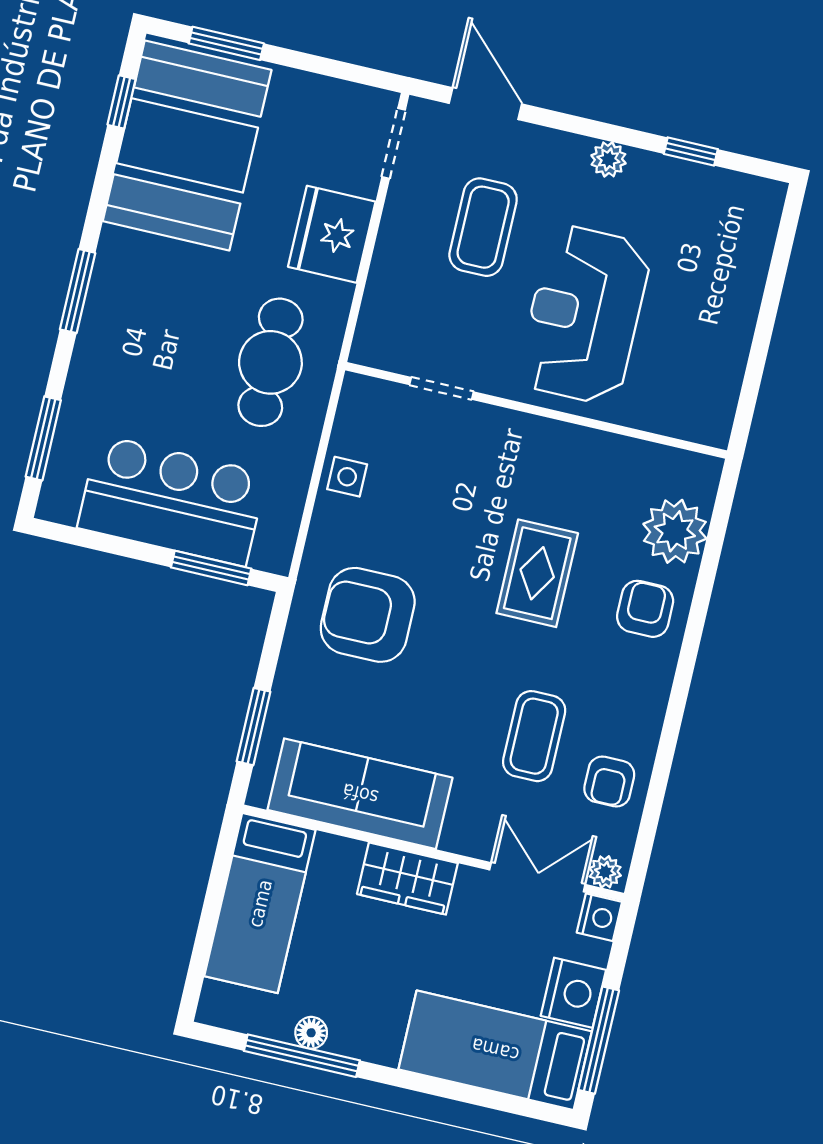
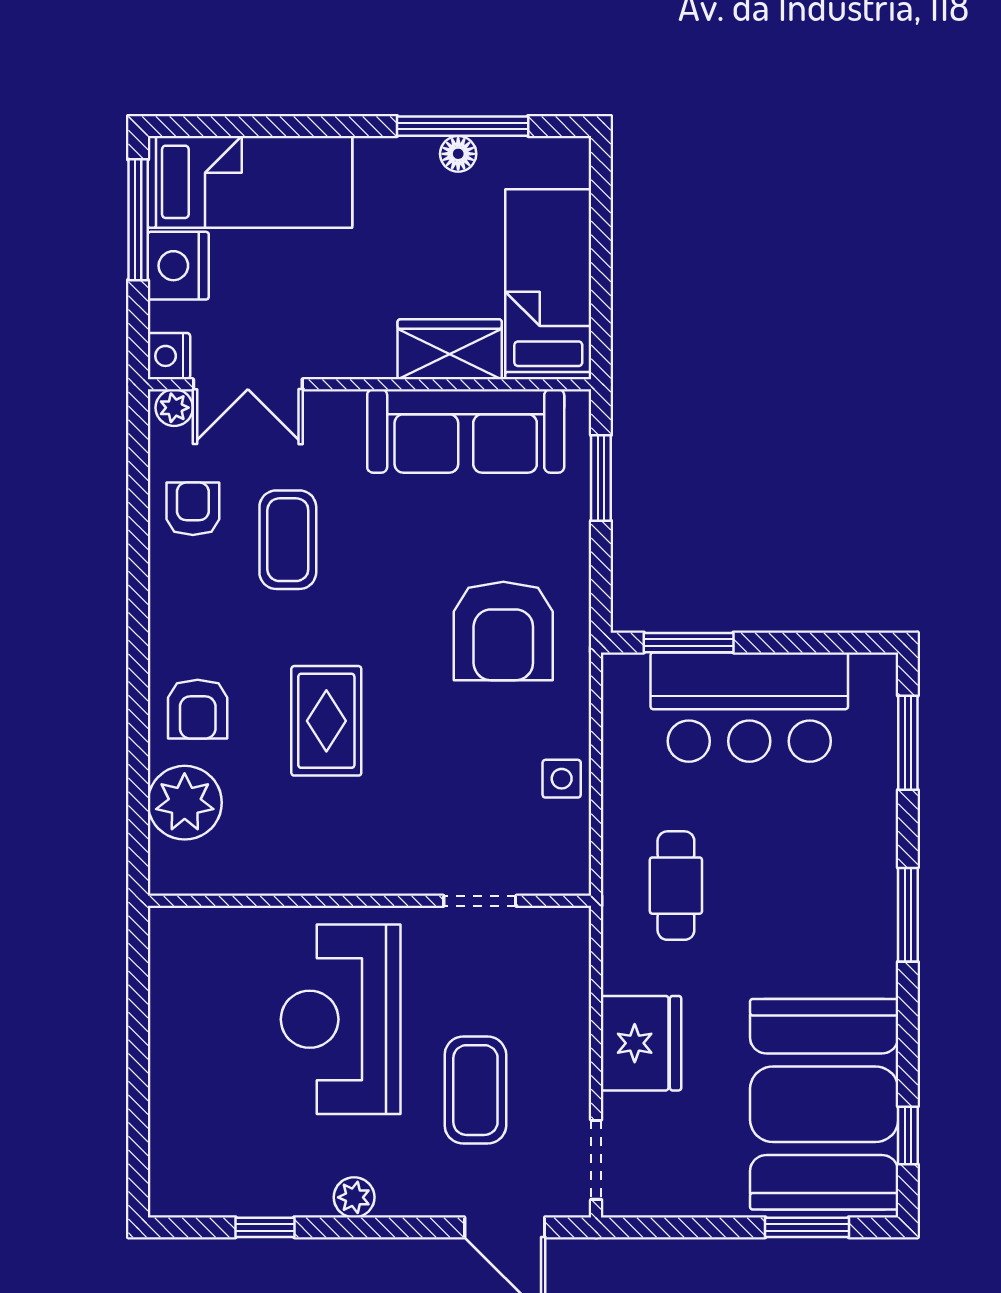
reception desk: (584, 315) -> (341, 1019), turned 180
cafe table: (270, 362) -> (676, 886), width x0.73, depth x0.74
armchair: (368, 615) -> (503, 631), turned 90
wardrobe: (407, 879) -> (450, 349), moved

